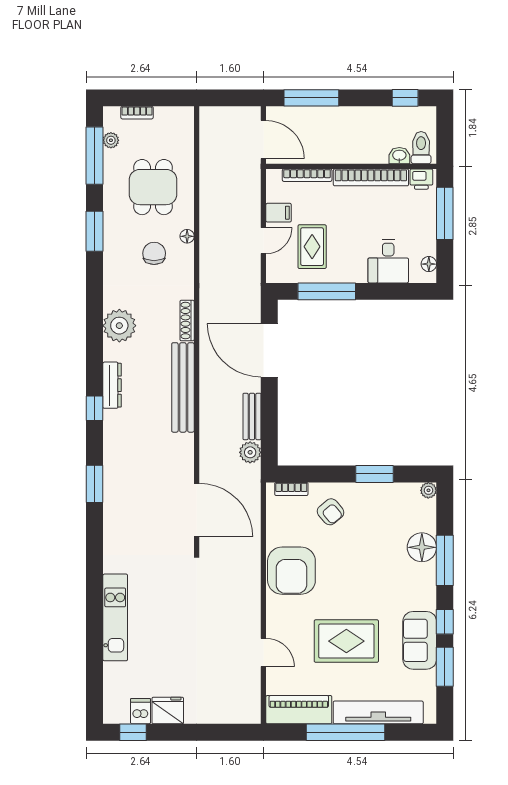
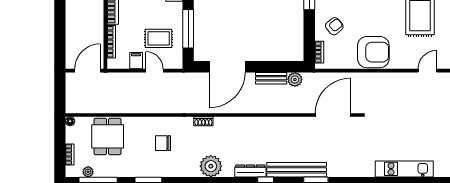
window: (311, 98) -> (60, 39), removed
dining table: (153, 187) -> (108, 136), moved, turned 90
floor lamp: (187, 236) -> (70, 121), moved
shoe rack: (187, 321) -> (203, 121), width x0.70
bench: (183, 387) -> (297, 170), moved

